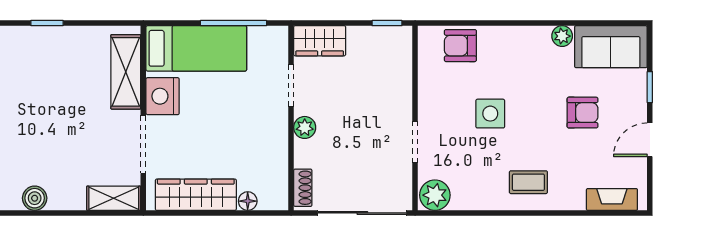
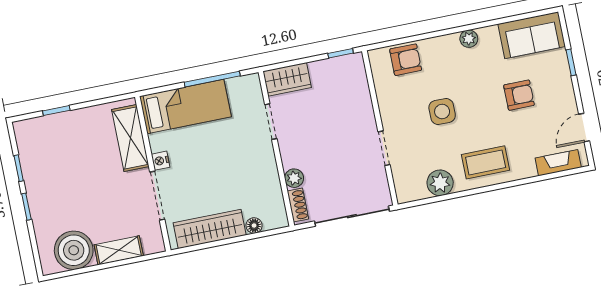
plant: (562, 36) -> (469, 39), moved
armchair: (460, 46) -> (406, 60), turned 180
nightstand: (163, 96) -> (161, 161), width x0.53, depth x0.56
plant: (305, 127) -> (294, 178), moved
door: (650, 140) -> (584, 128), moved
coffee table: (528, 182) -> (486, 162), width x1.36, depth x1.30
plant: (435, 195) -> (440, 183), moved
boiler: (35, 198) -> (74, 250), width x1.86, depth x1.86
shelving: (114, 198) -> (119, 250), moved

